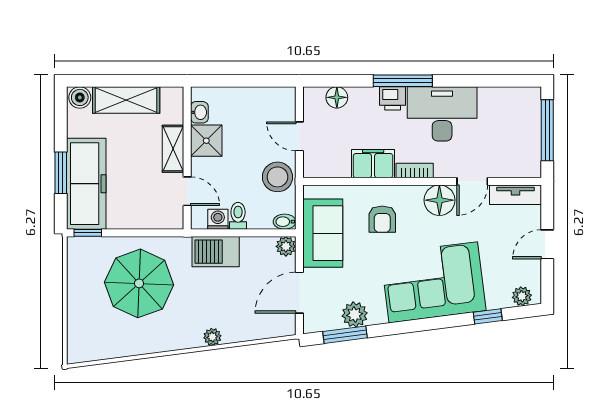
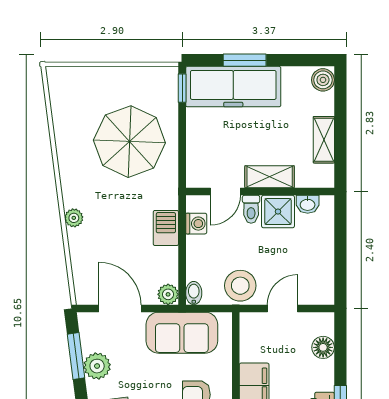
shelving: (126, 100) -> (324, 140), width x0.67, depth x0.75
toilet: (238, 216) -> (251, 209), moved, turned 90
barbecue: (216, 252) -> (166, 228), width x0.73, depth x0.79

